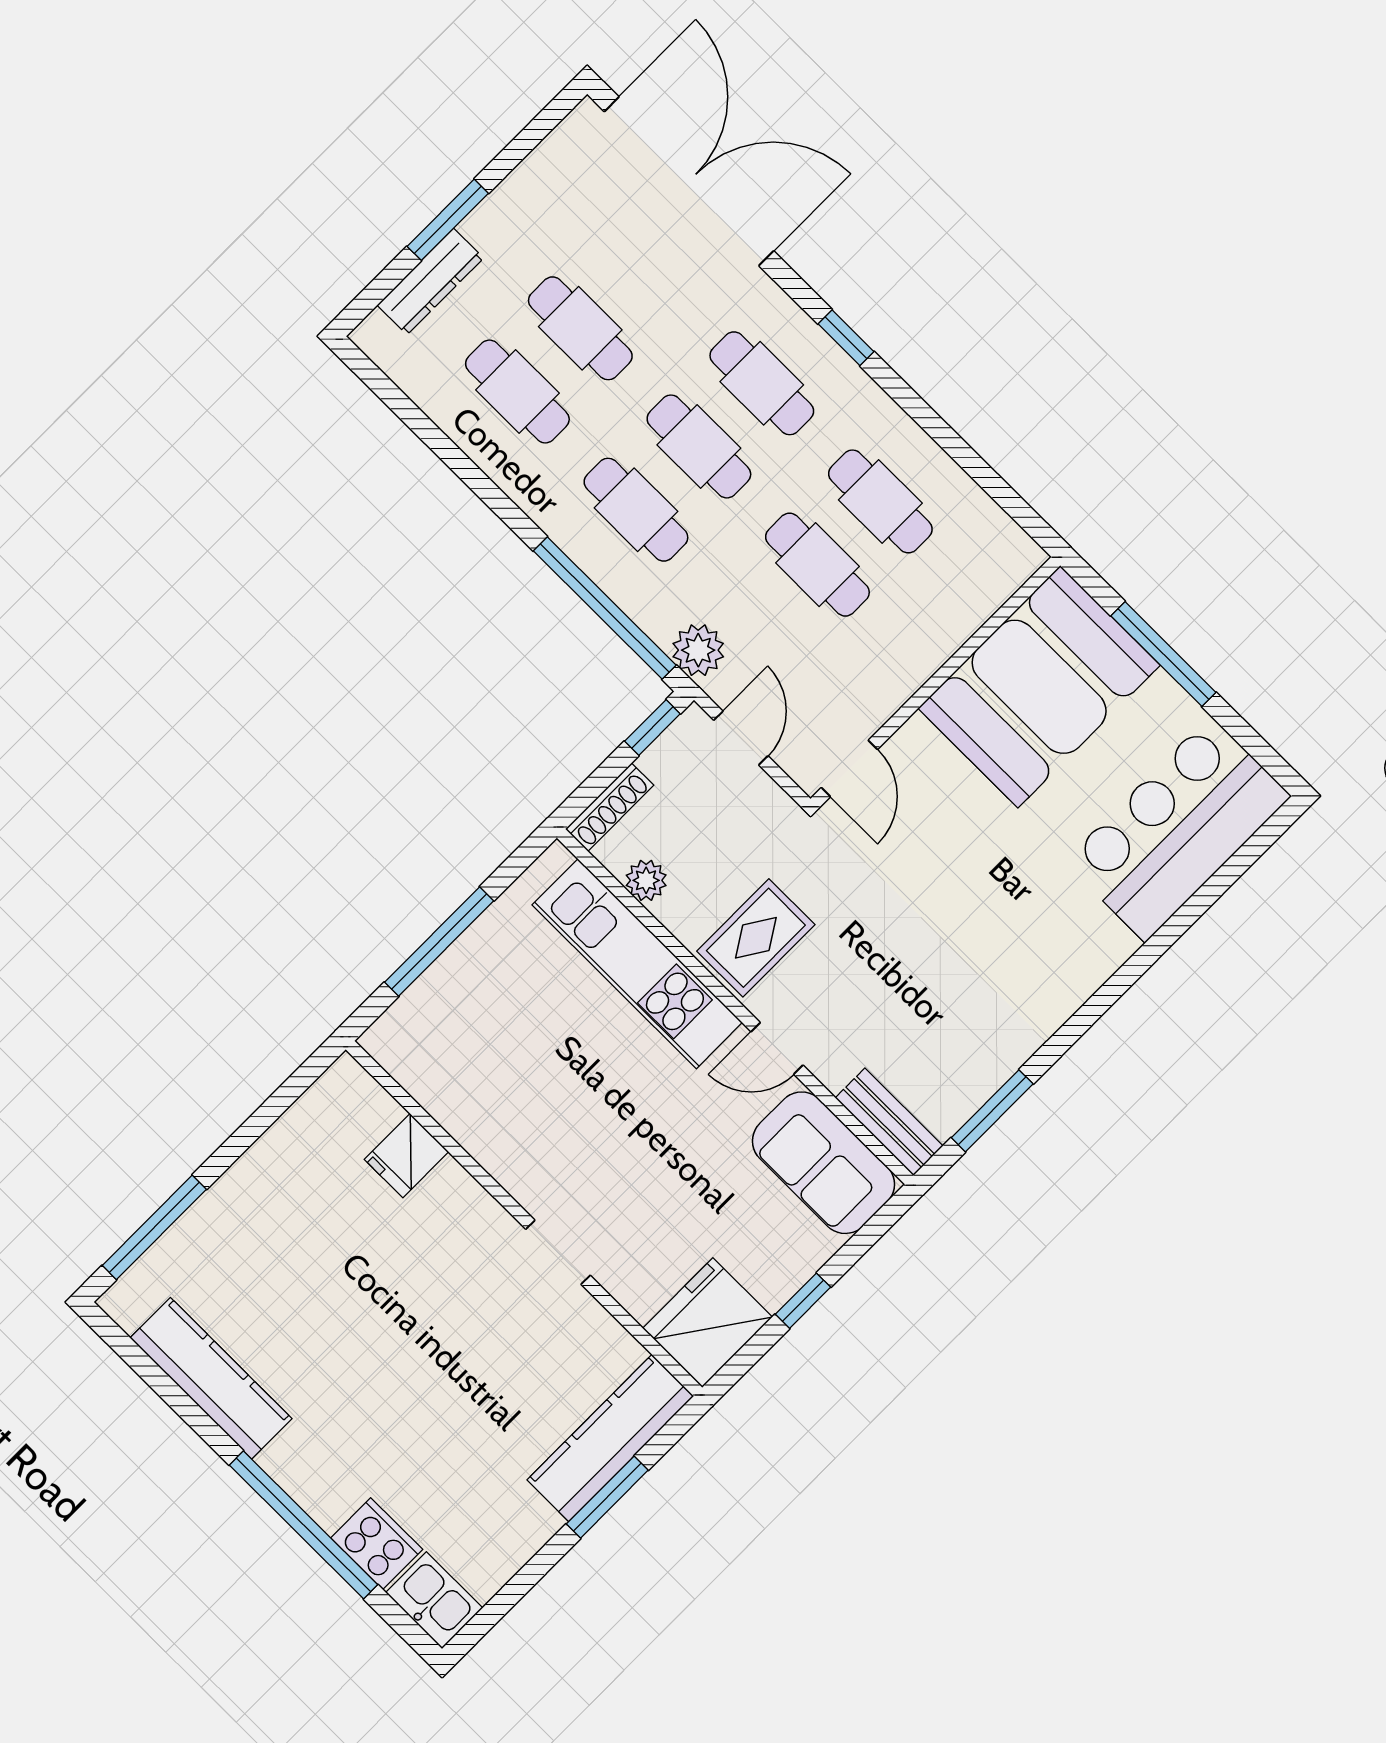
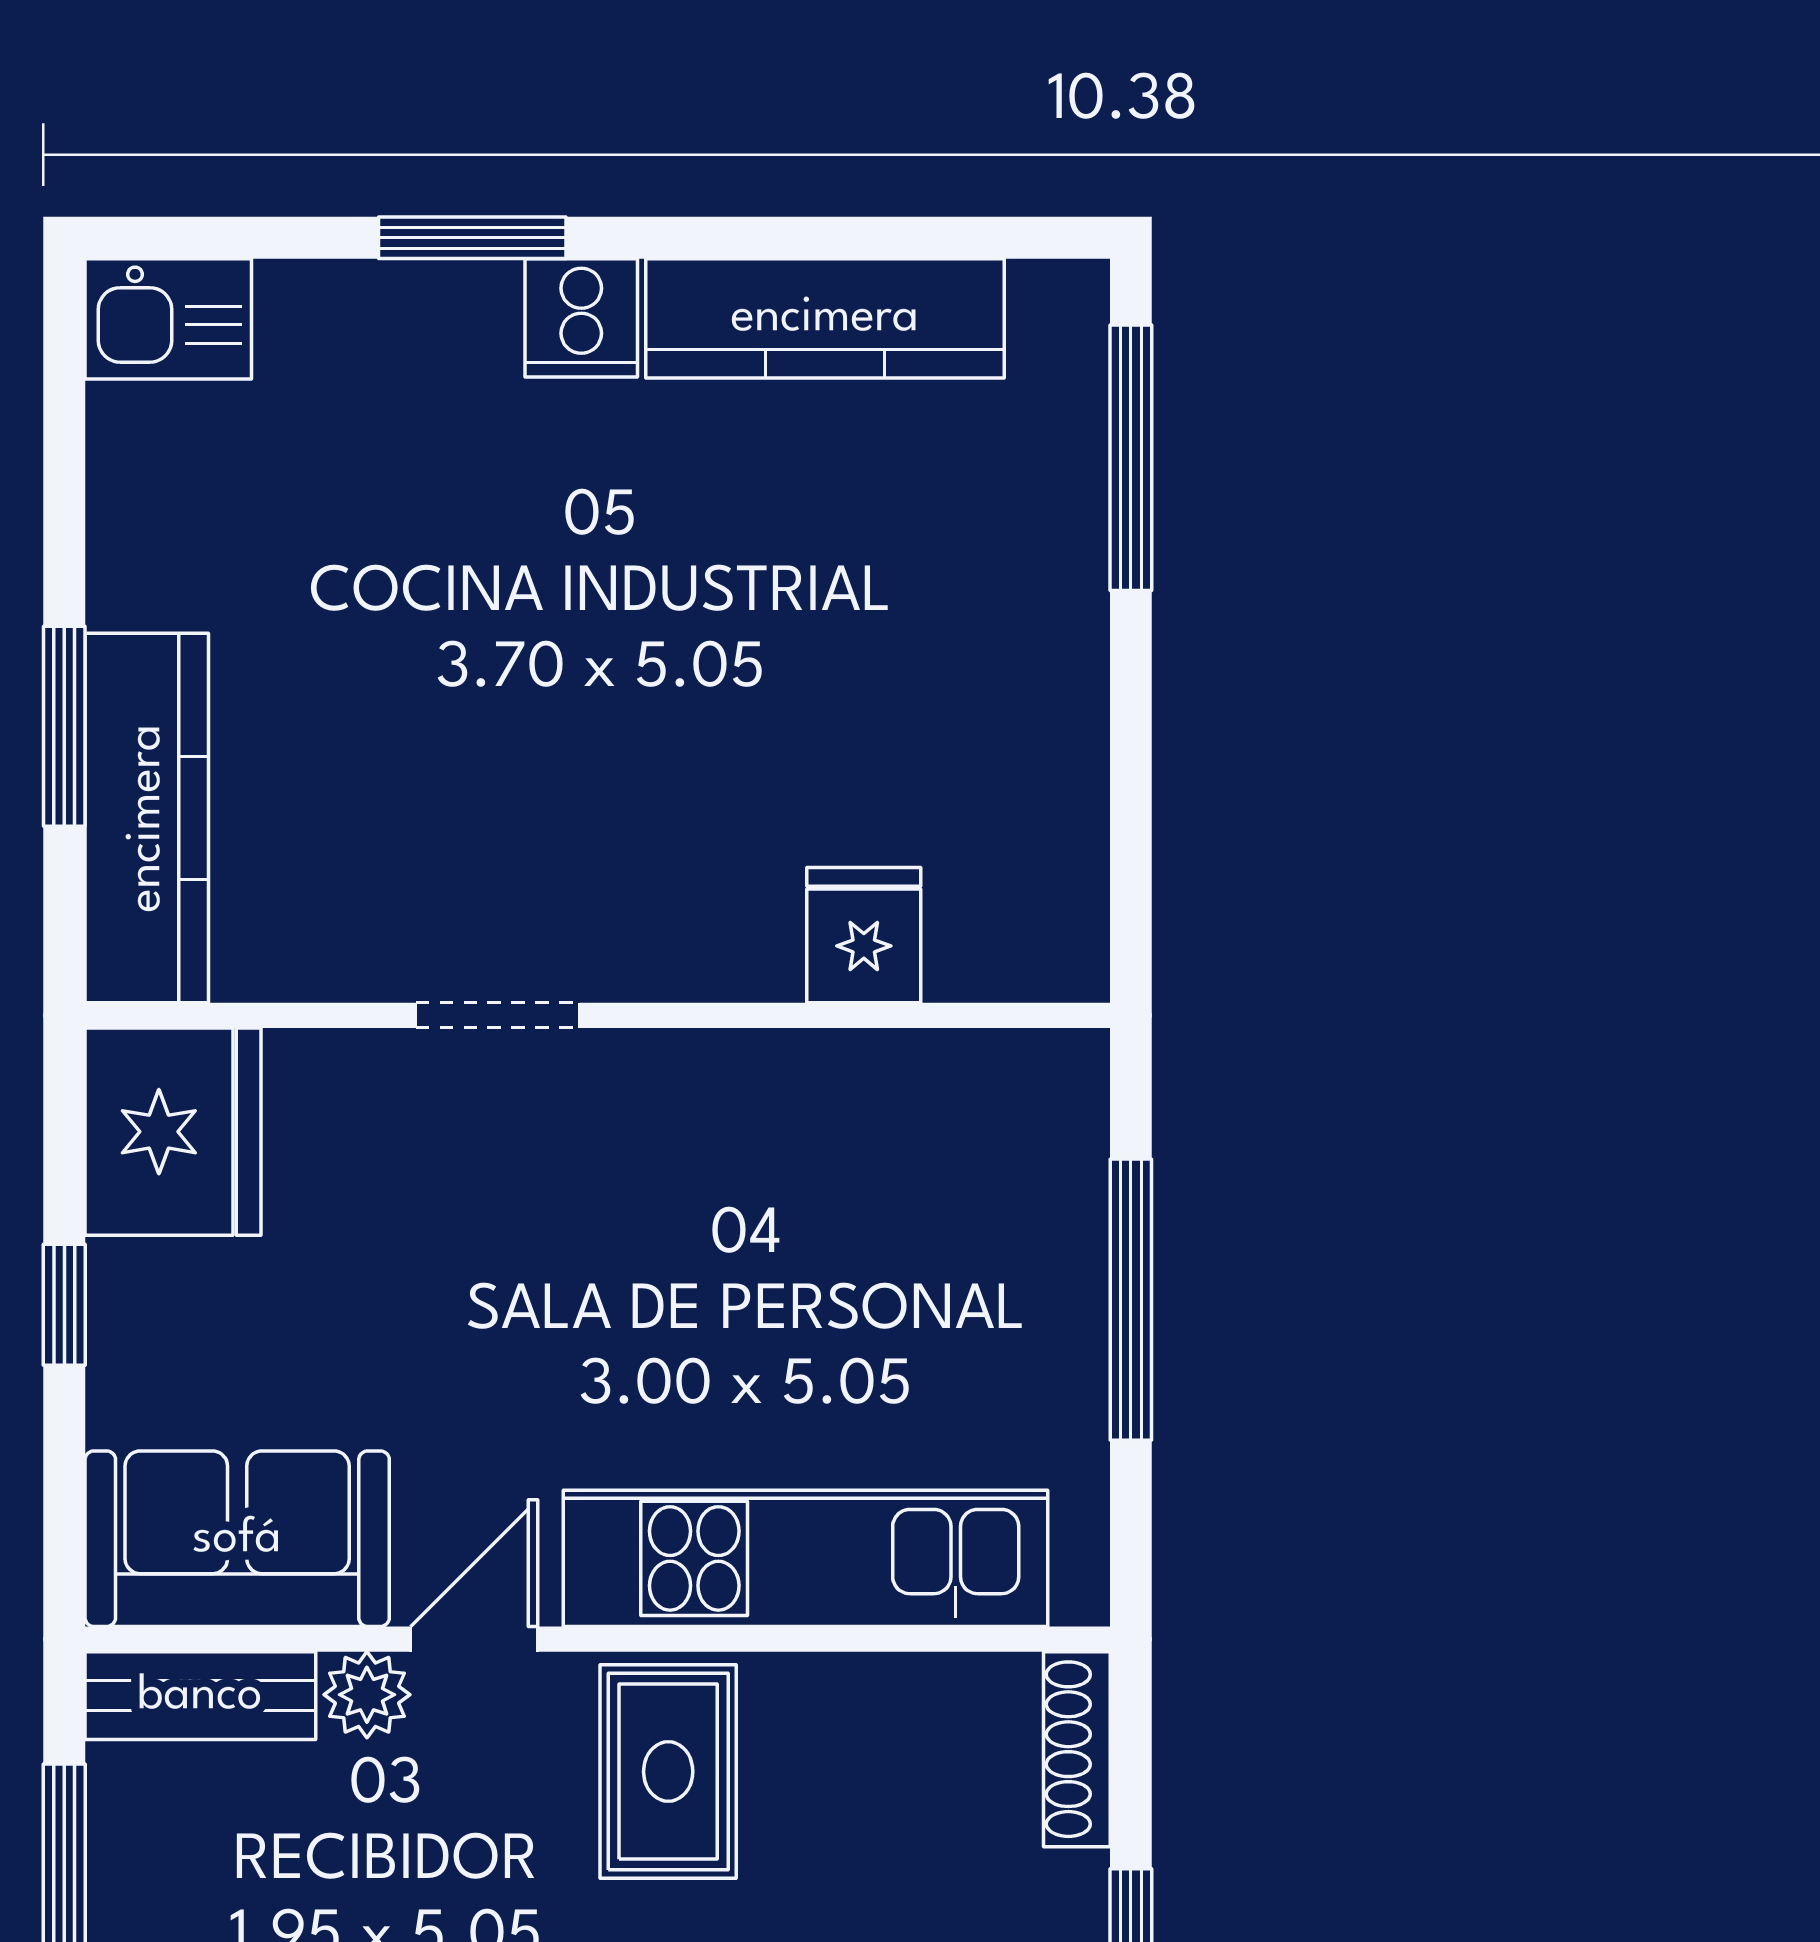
plant: (646, 880) -> (367, 1695), moved
window: (303, 1525) -> (472, 238), width x0.47
cooker: (377, 1544) -> (581, 318), moved, width x0.73

